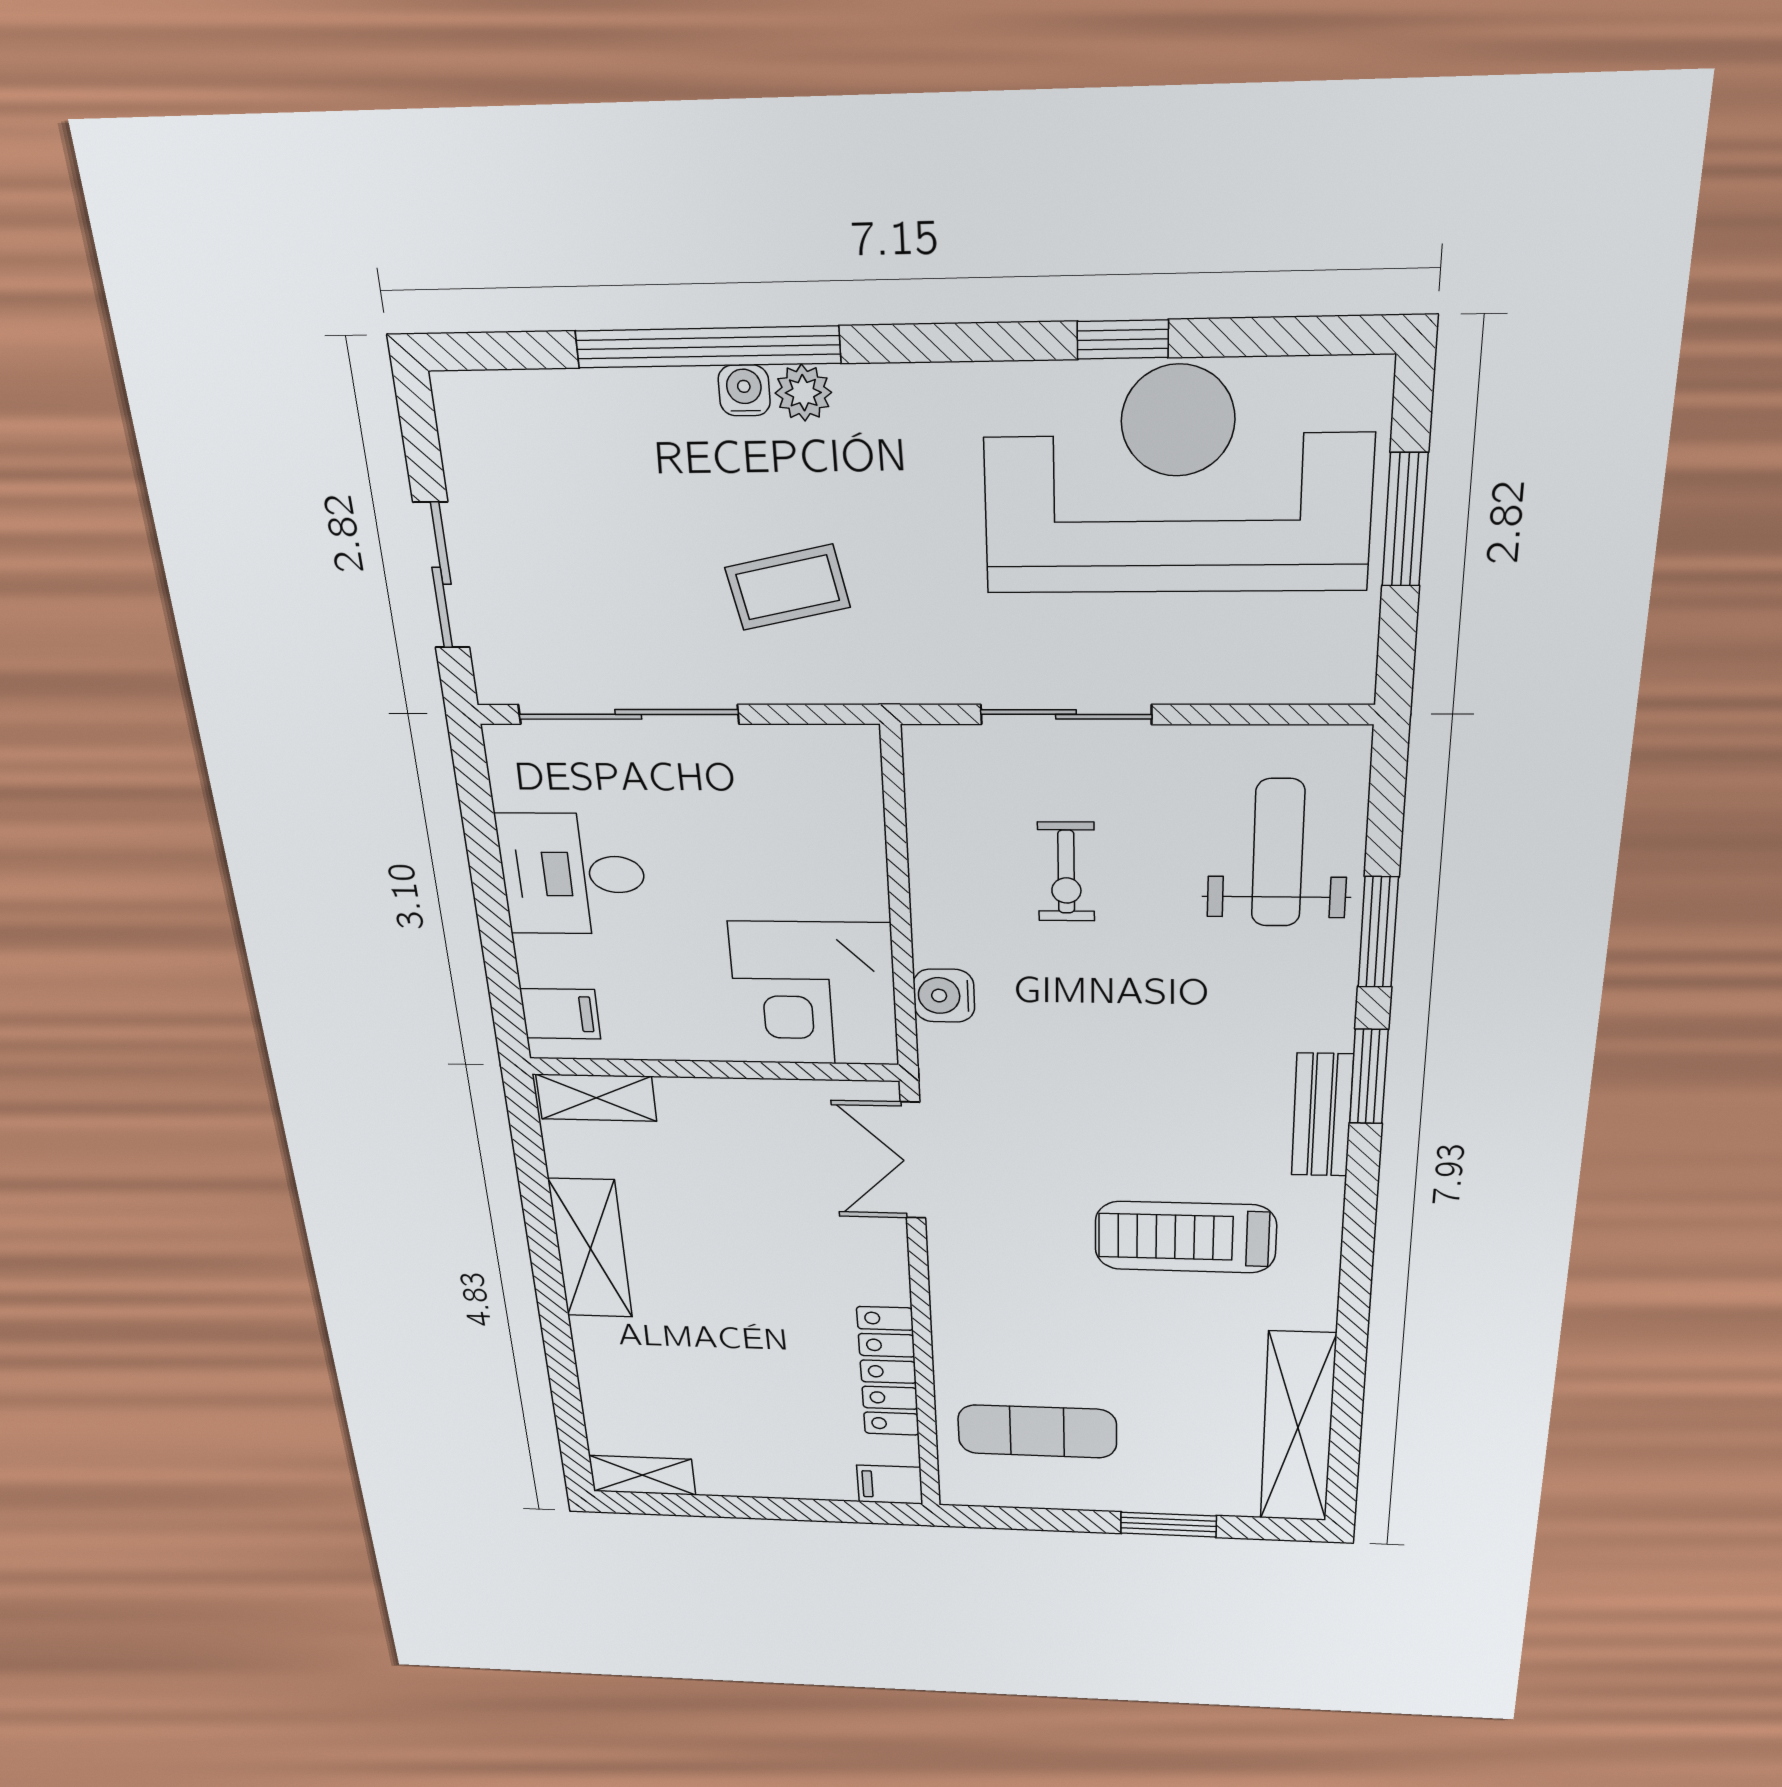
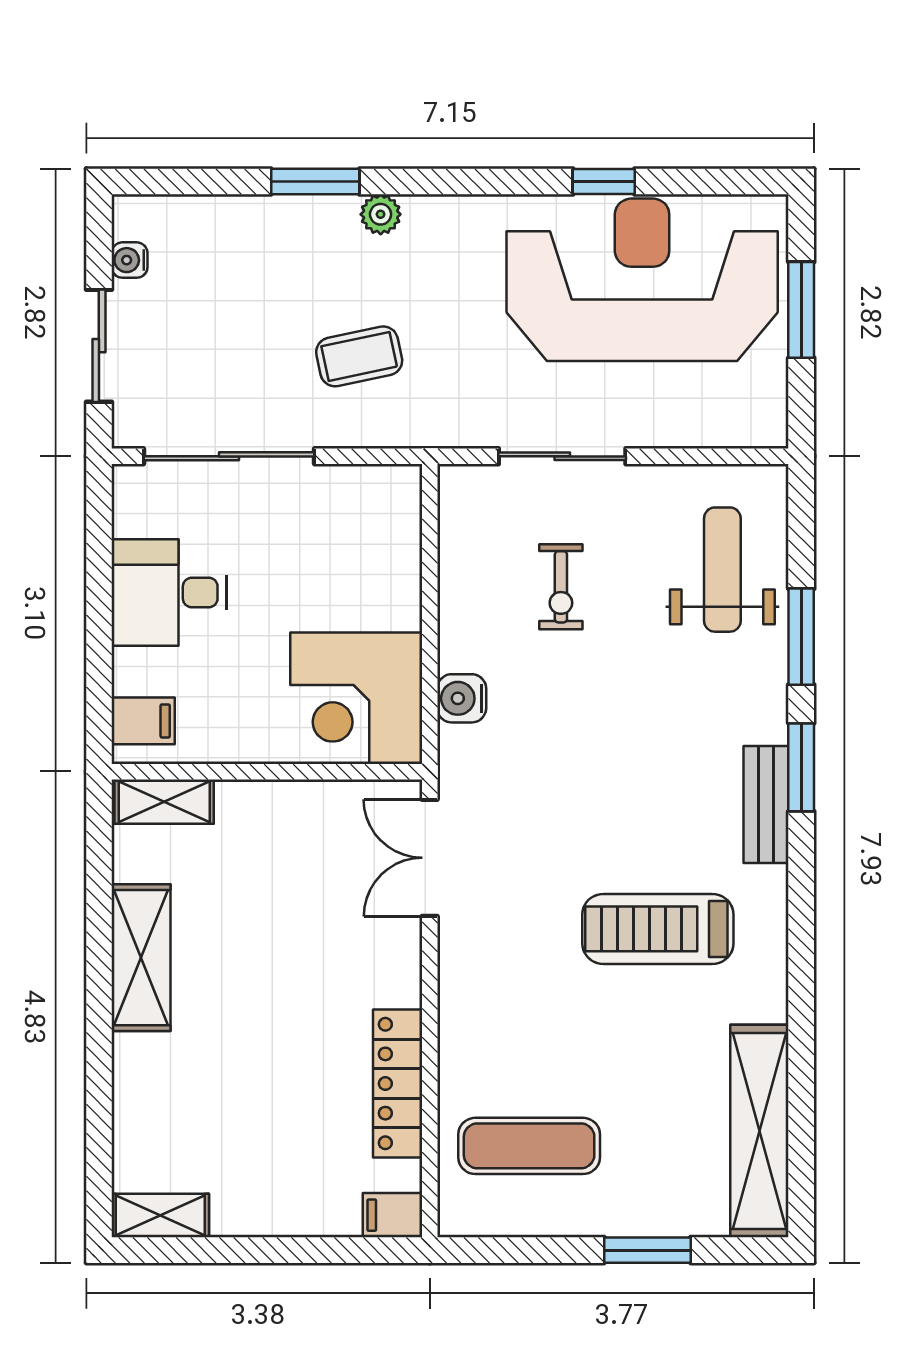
window: (708, 347) -> (315, 181), width x0.47
water cooler: (744, 390) -> (130, 260), moved, turned -90

